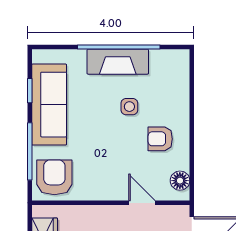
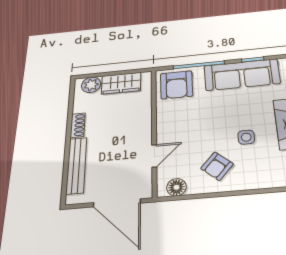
armchair: (160, 139) -> (217, 166), turned -139
armchair: (54, 177) -> (176, 85), turned 90

